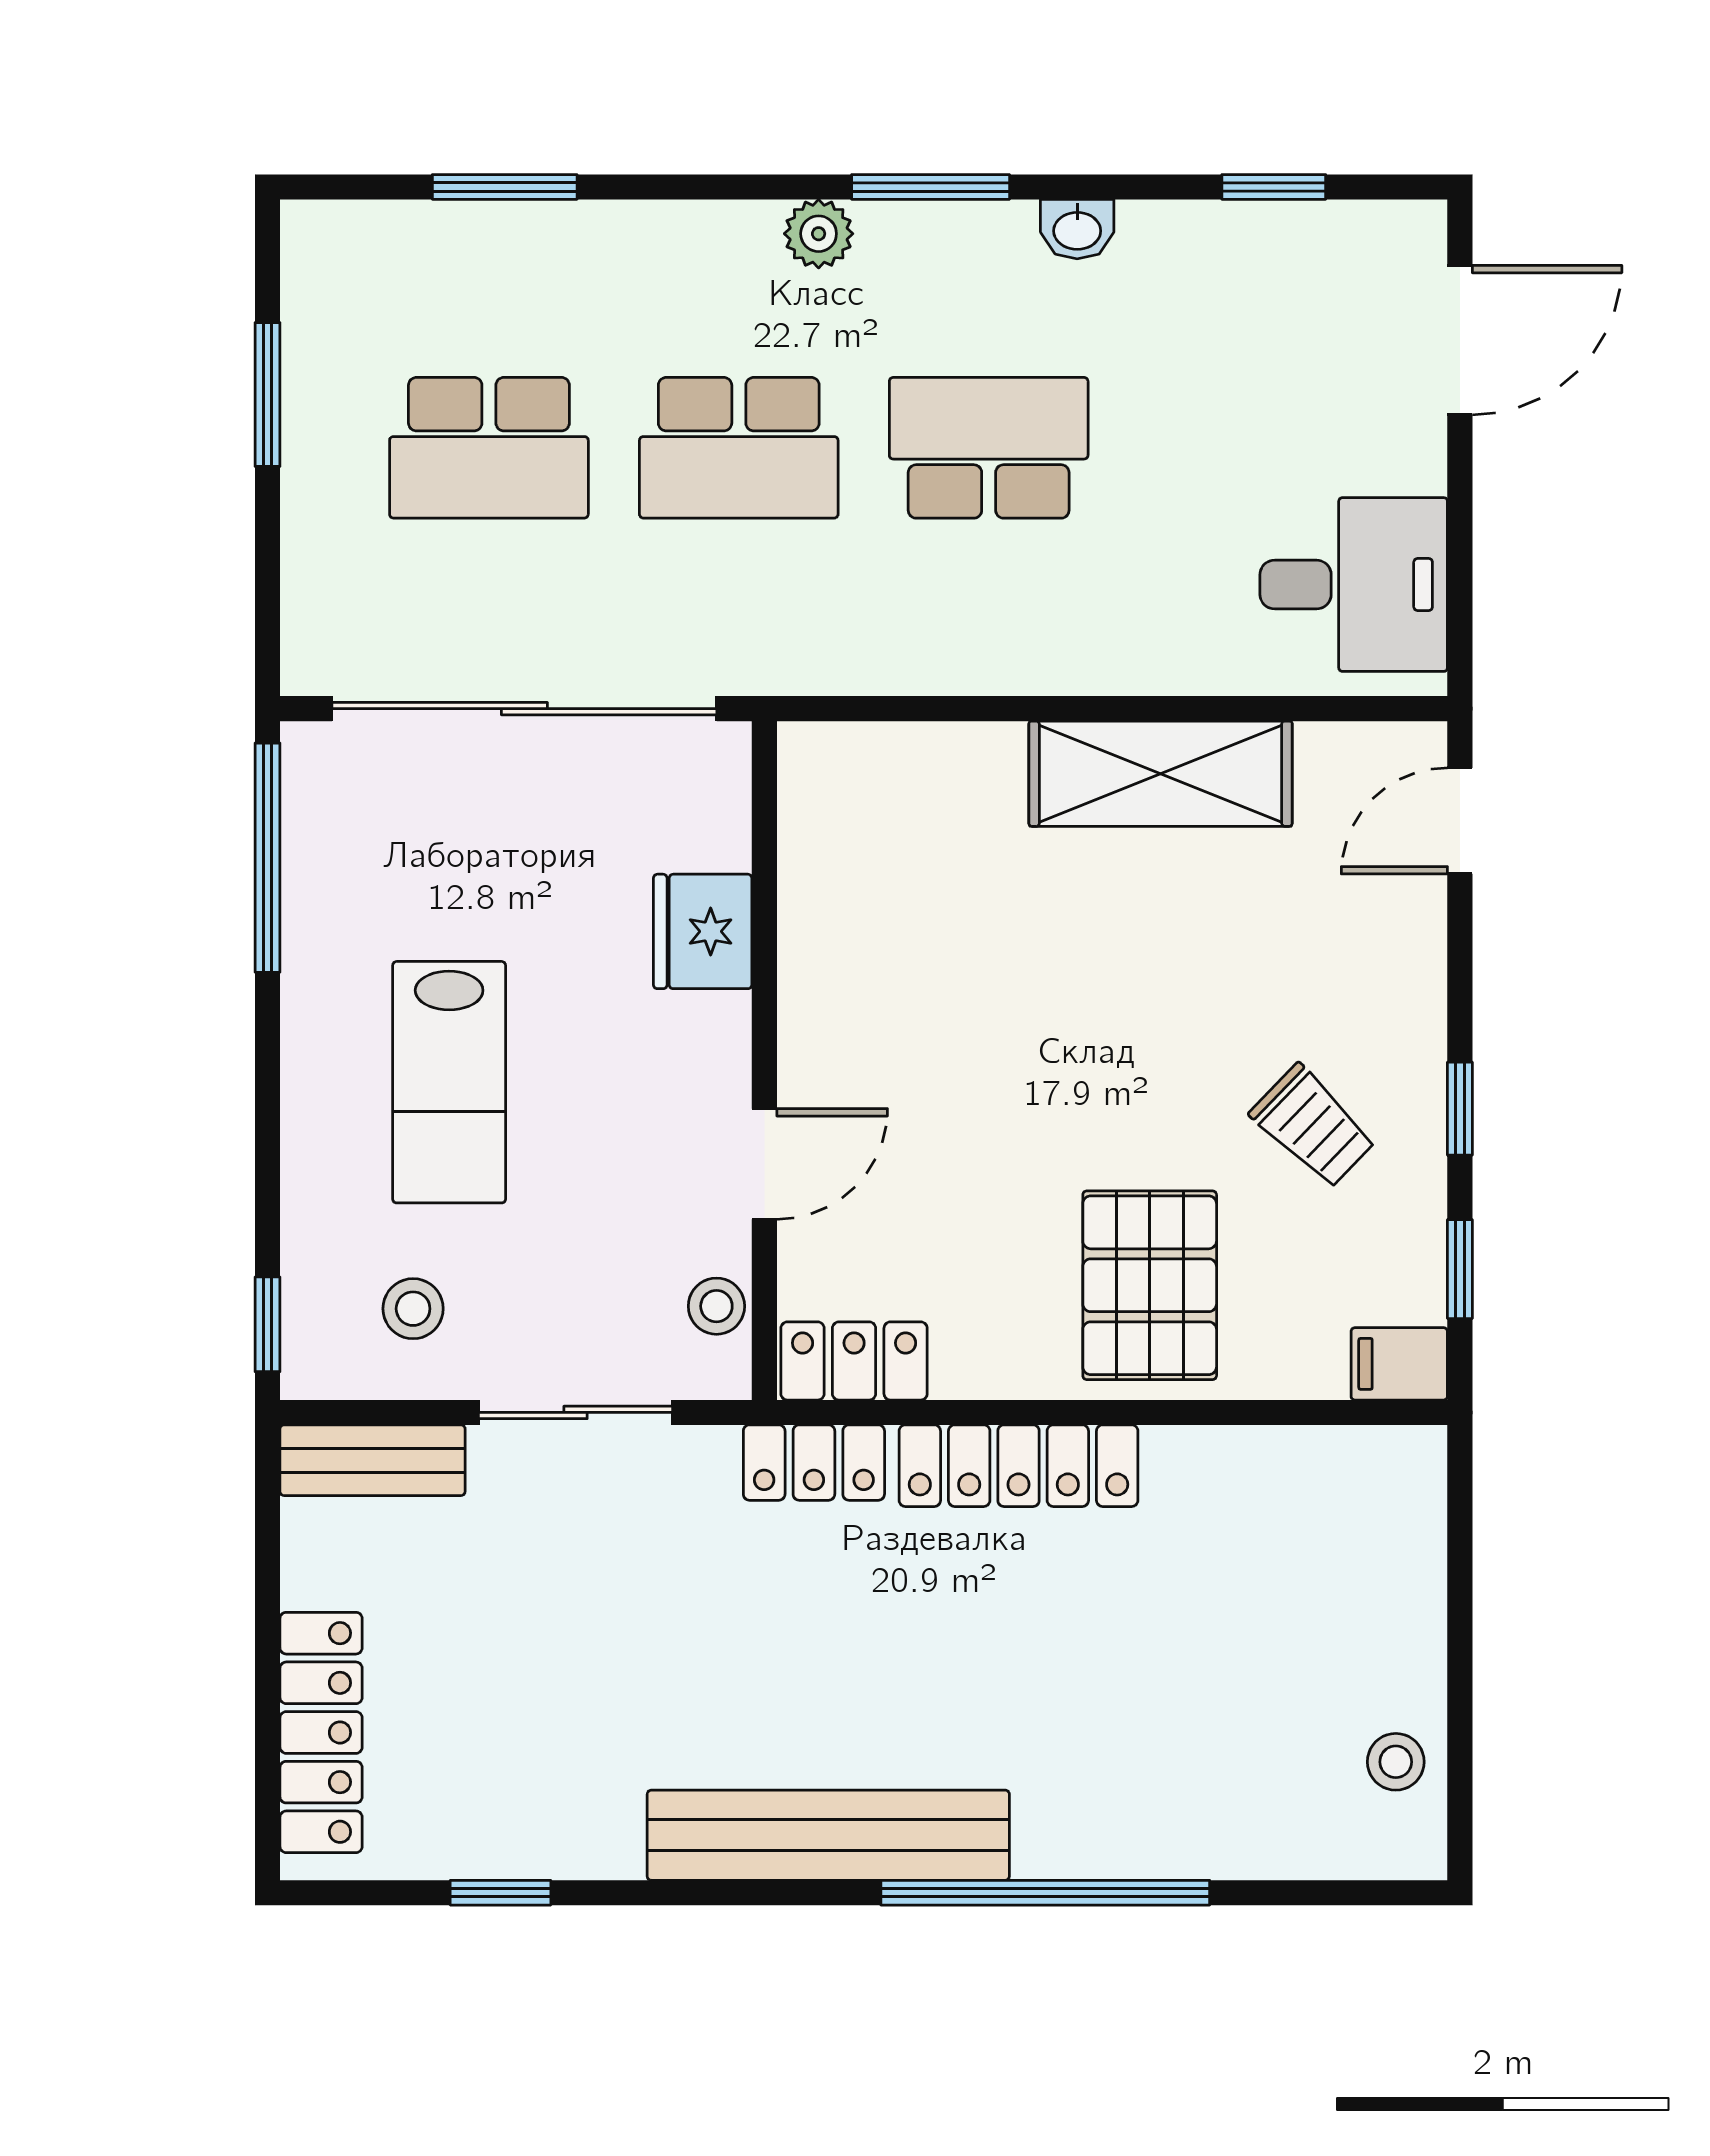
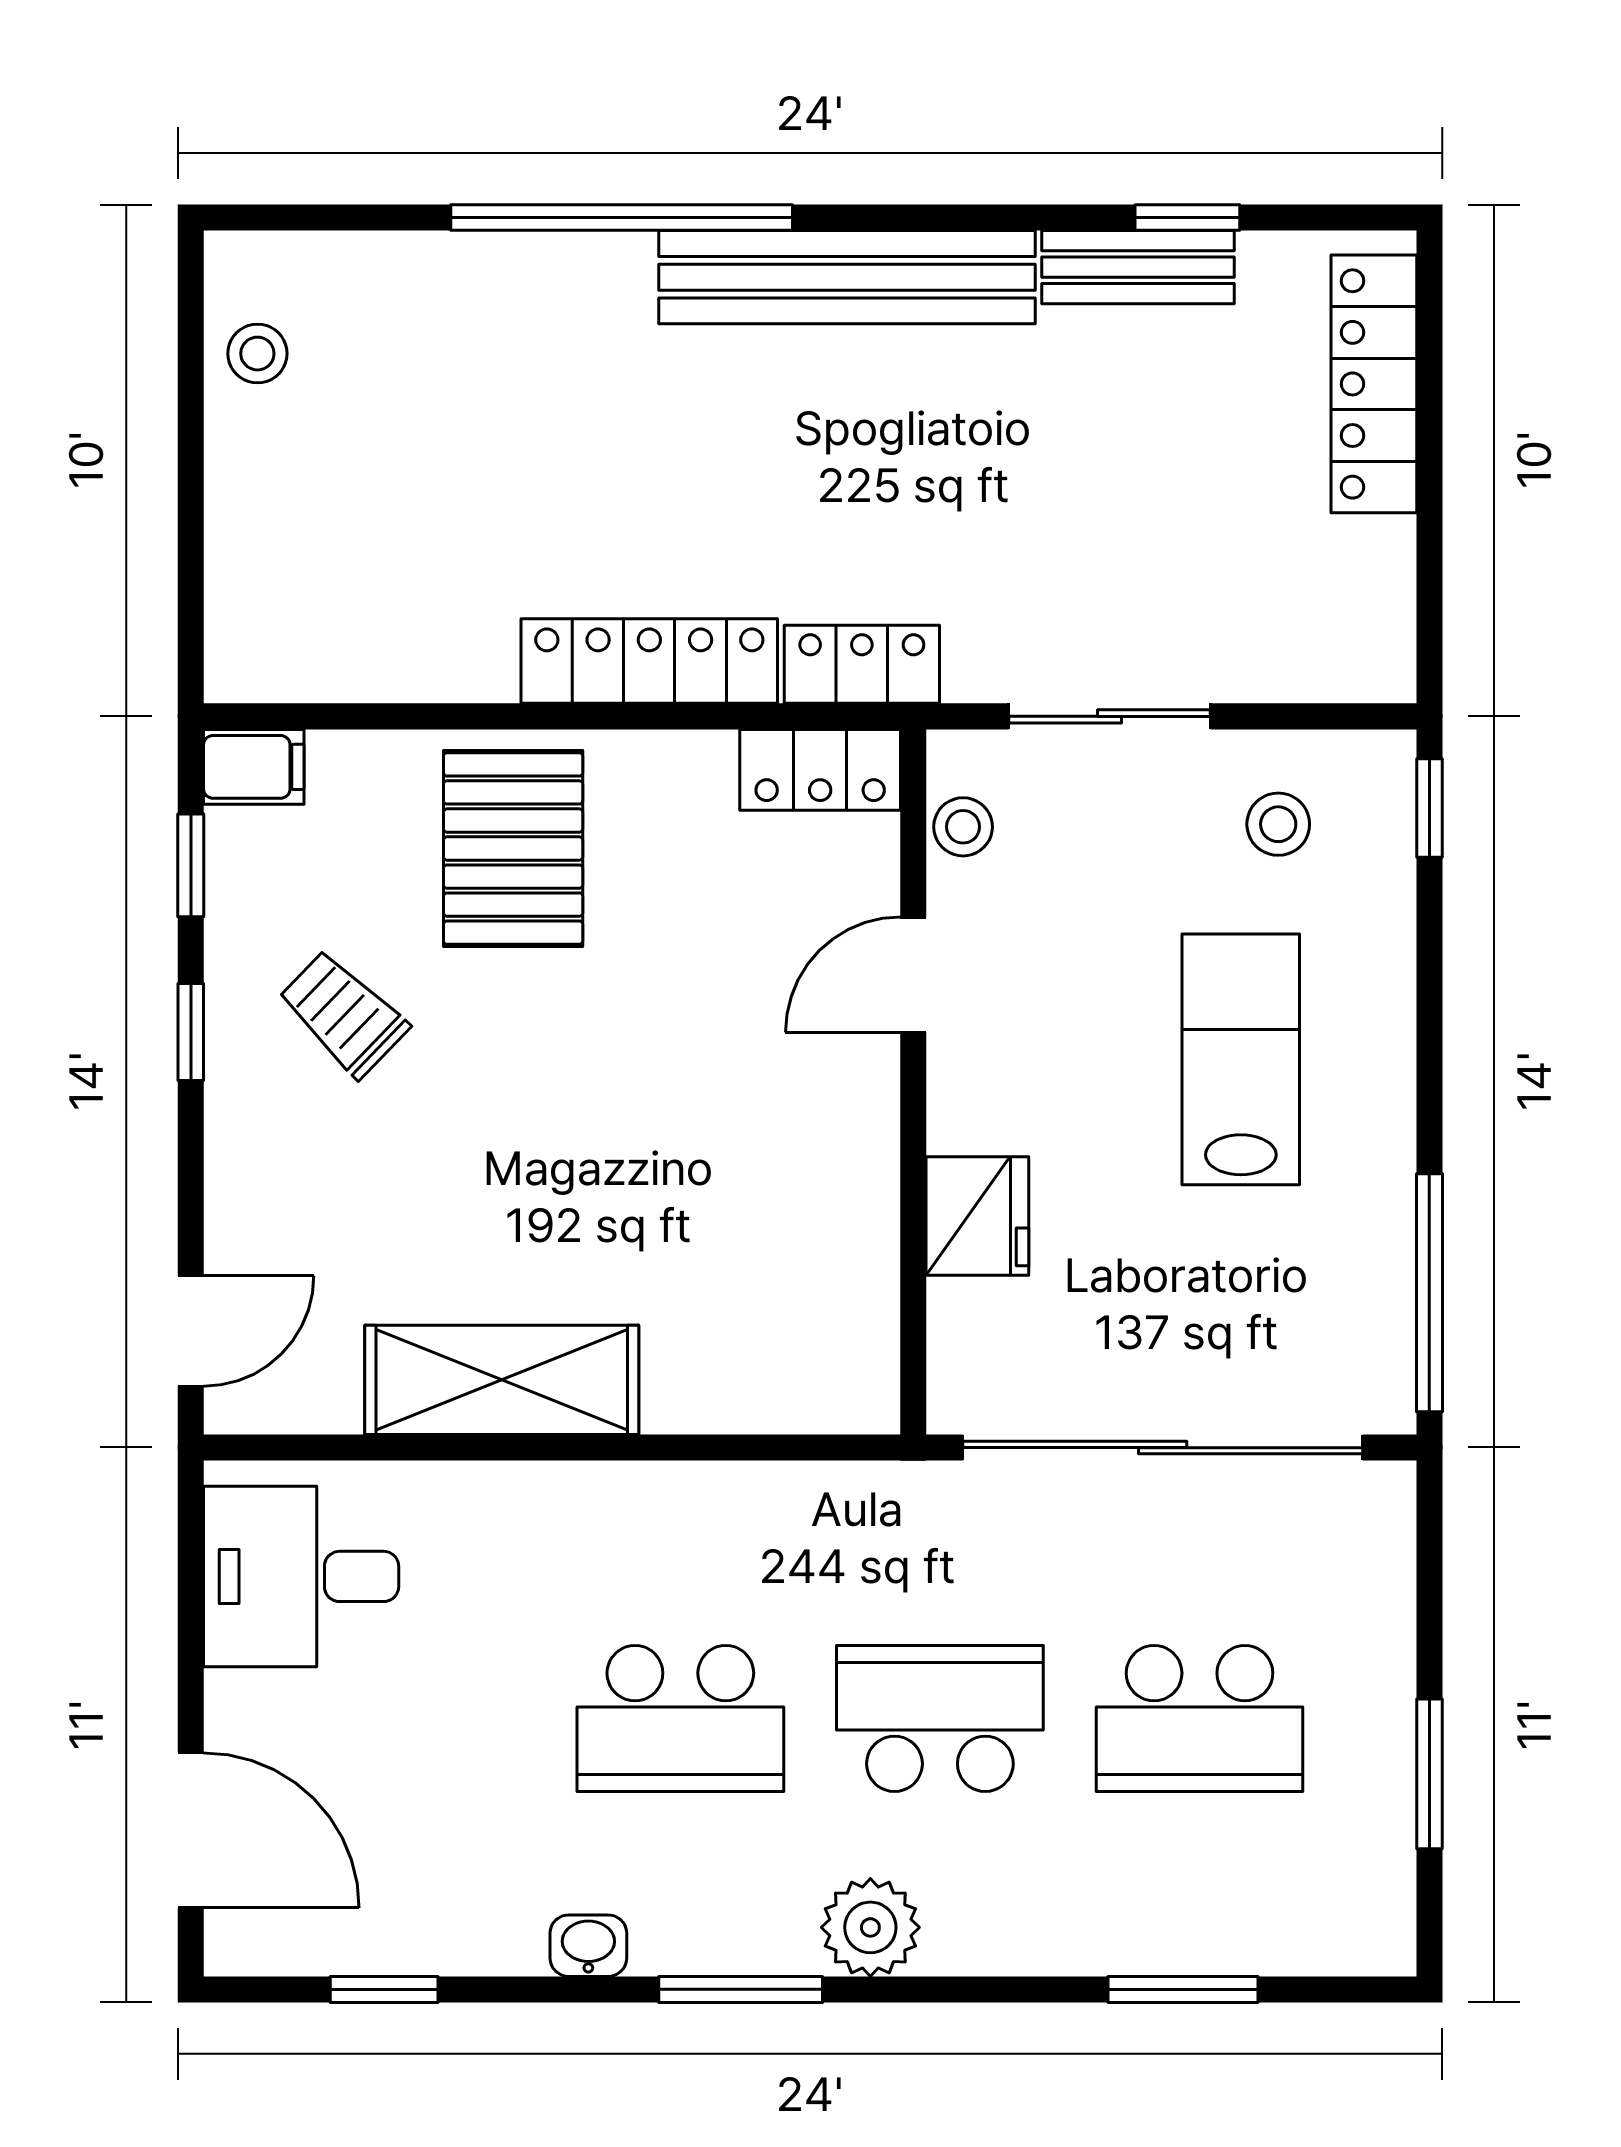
plant: (819, 234) -> (870, 1927), width x1.38, depth x1.38
door: (1460, 340) -> (191, 1830), swing flipped
school desk: (489, 448) -> (1199, 1718), turned 180
bench: (373, 1460) -> (1138, 267), moved

